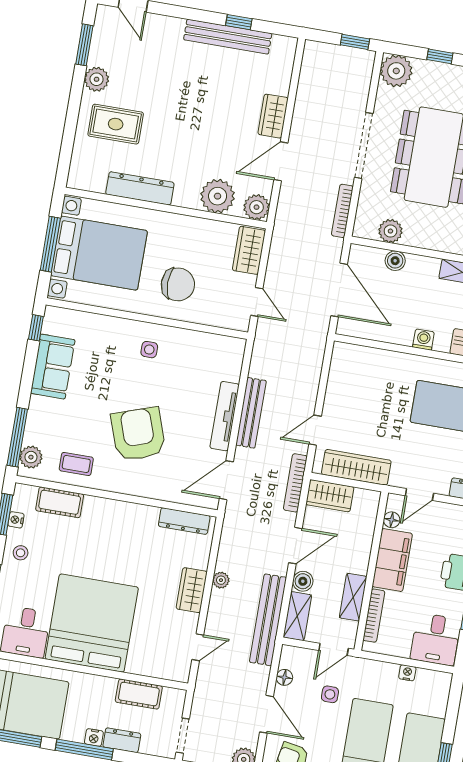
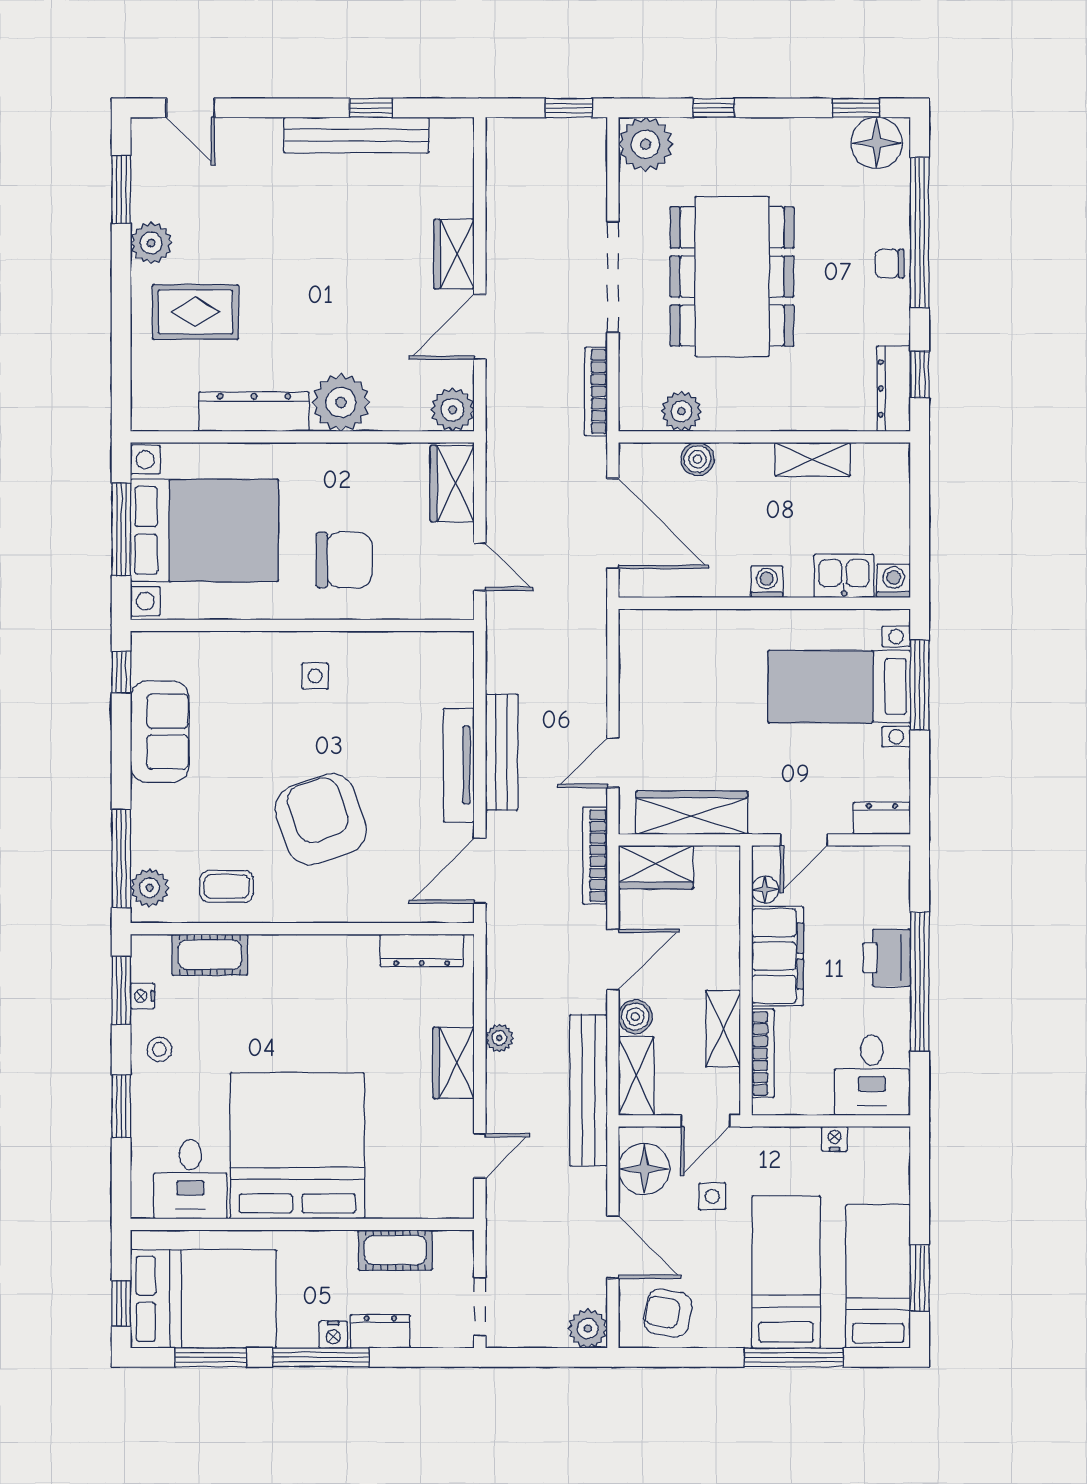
plant: (218, 196) -> (341, 402), moved
floor lamp: (284, 677) -> (644, 1169), width x1.89, depth x1.89

